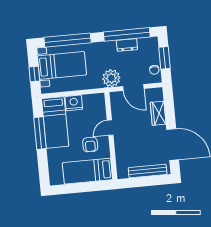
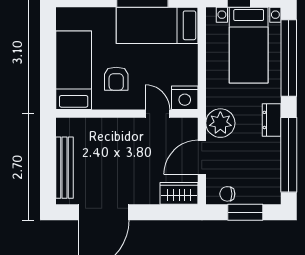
dresser: (127, 45) -> (272, 120), moved
nightstand: (74, 103) -> (185, 98), moved, turned 90
wardrobe: (158, 113) -> (179, 193), moved
door: (110, 128) -> (157, 114), moved
armchair: (90, 145) -> (116, 79), turned -90

